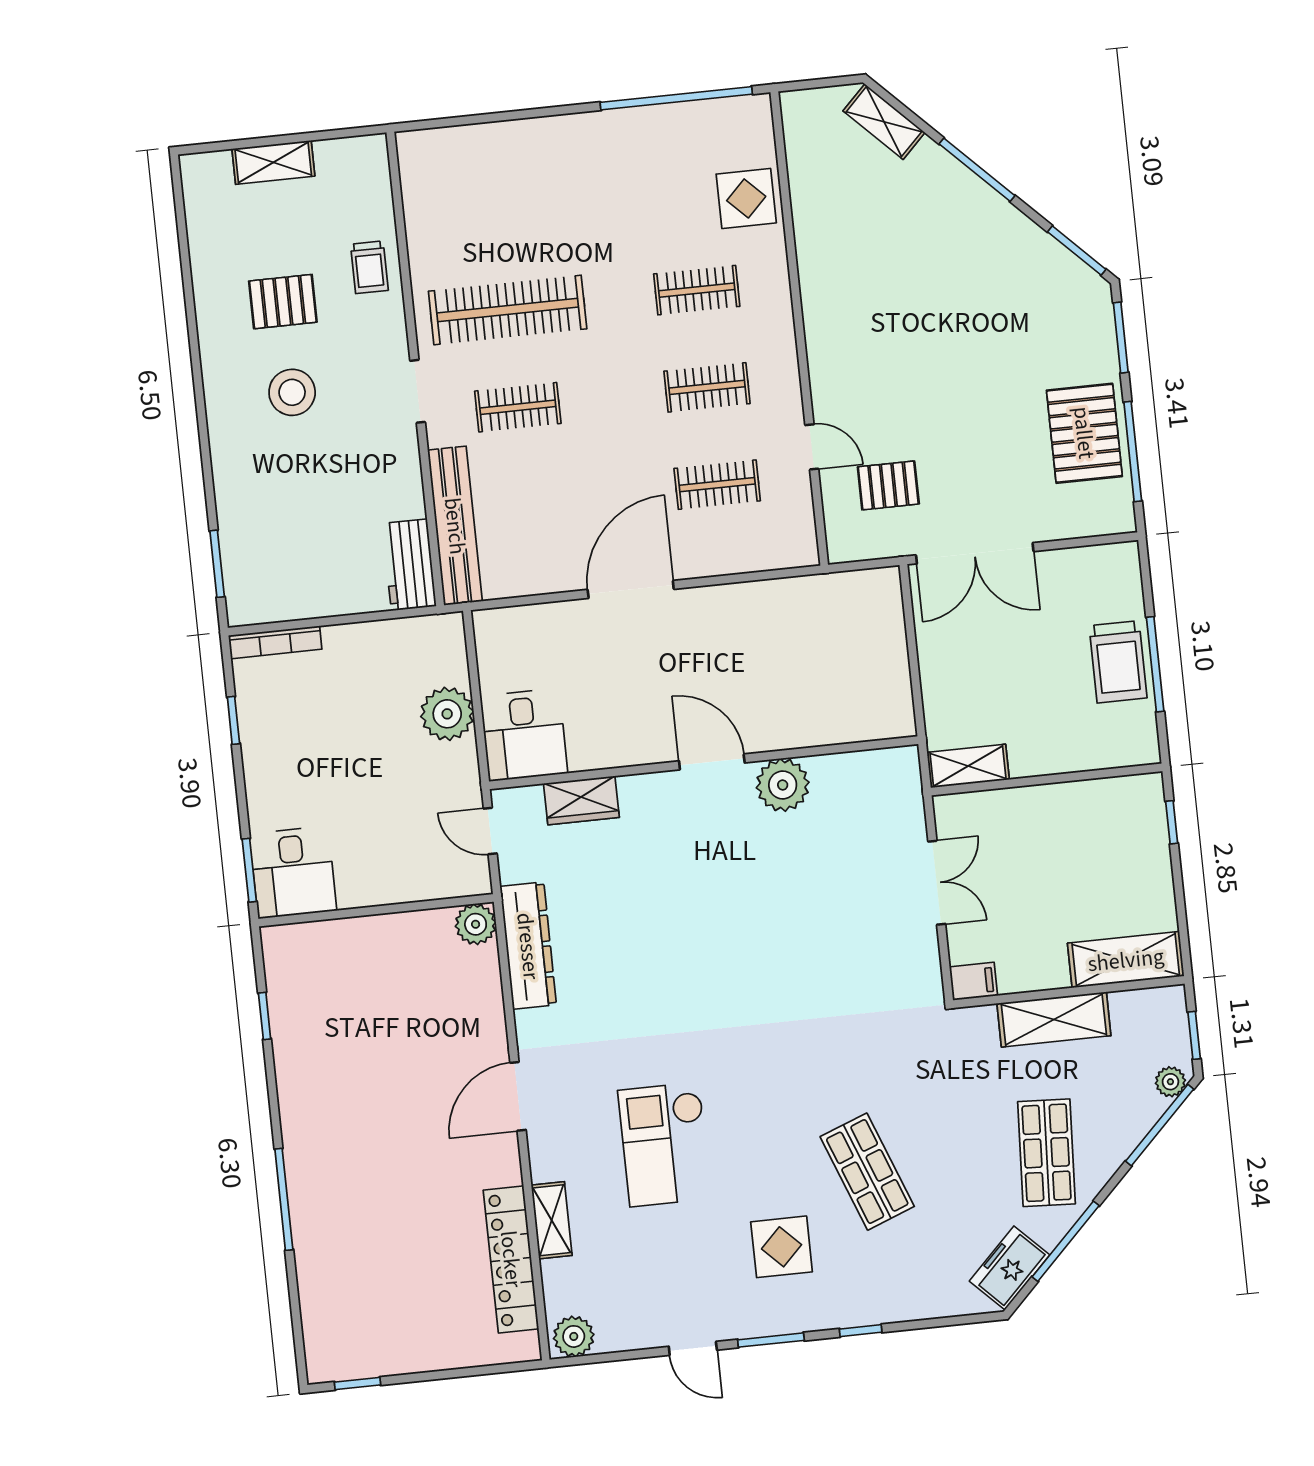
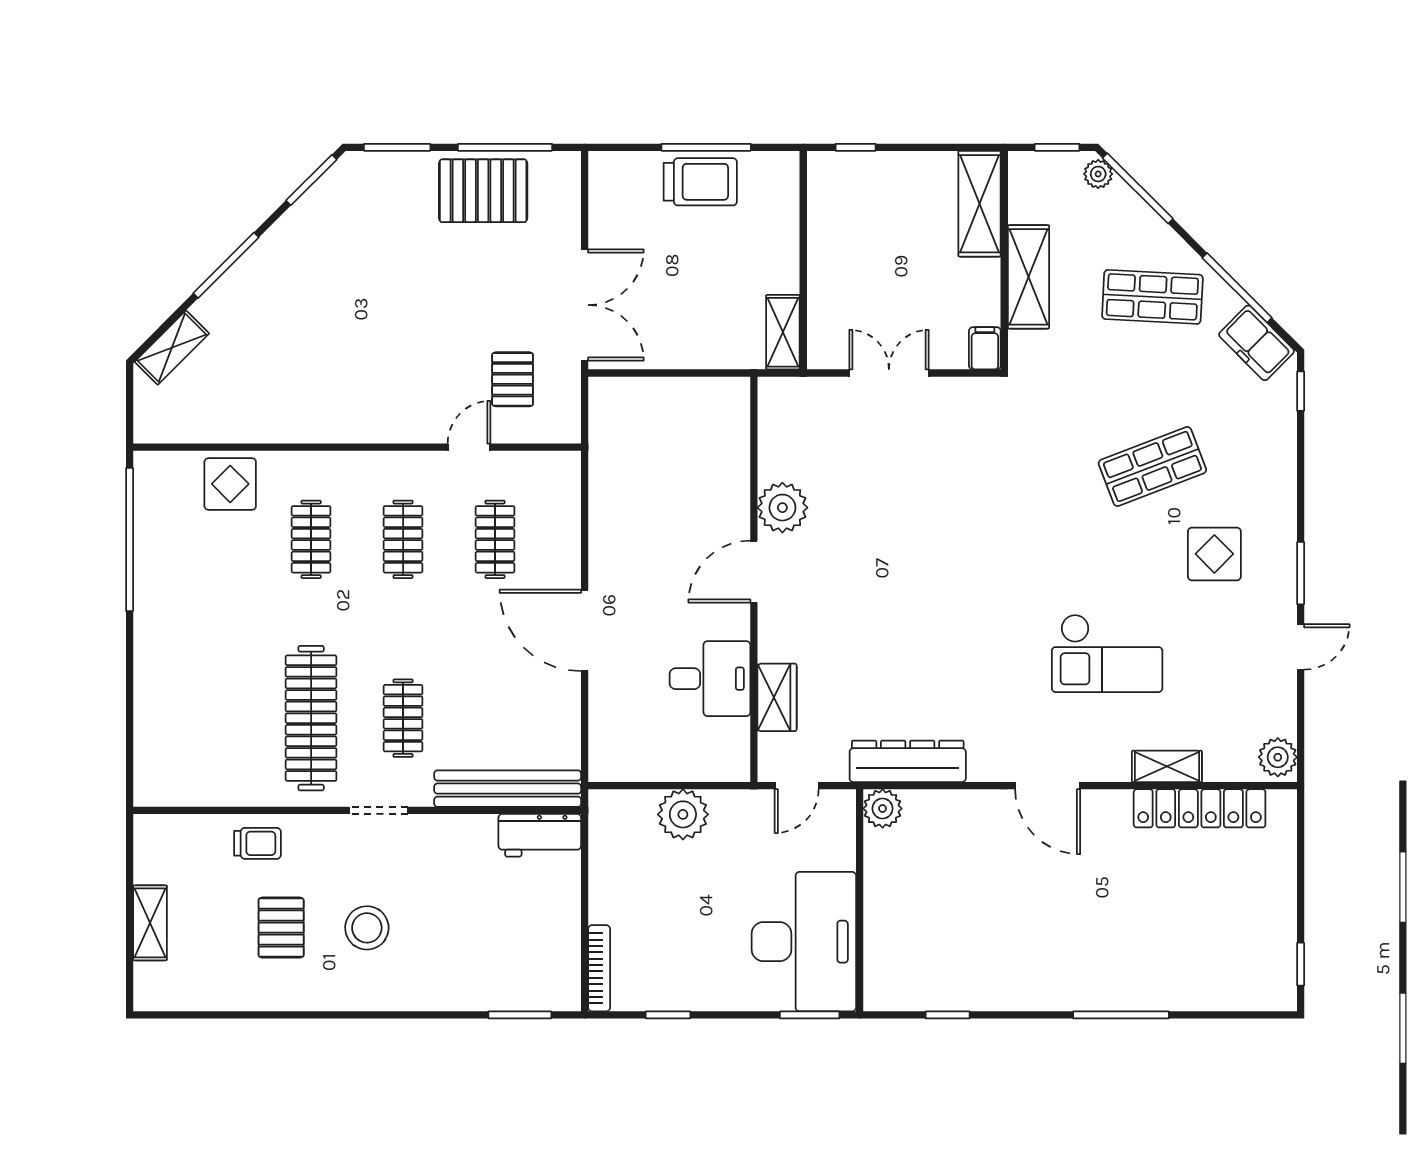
desk: (524, 735) -> (710, 679), moved
desk: (293, 872) -> (804, 942), width x1.87, depth x1.30
window: (861, 1331) -> (1301, 391), moved

